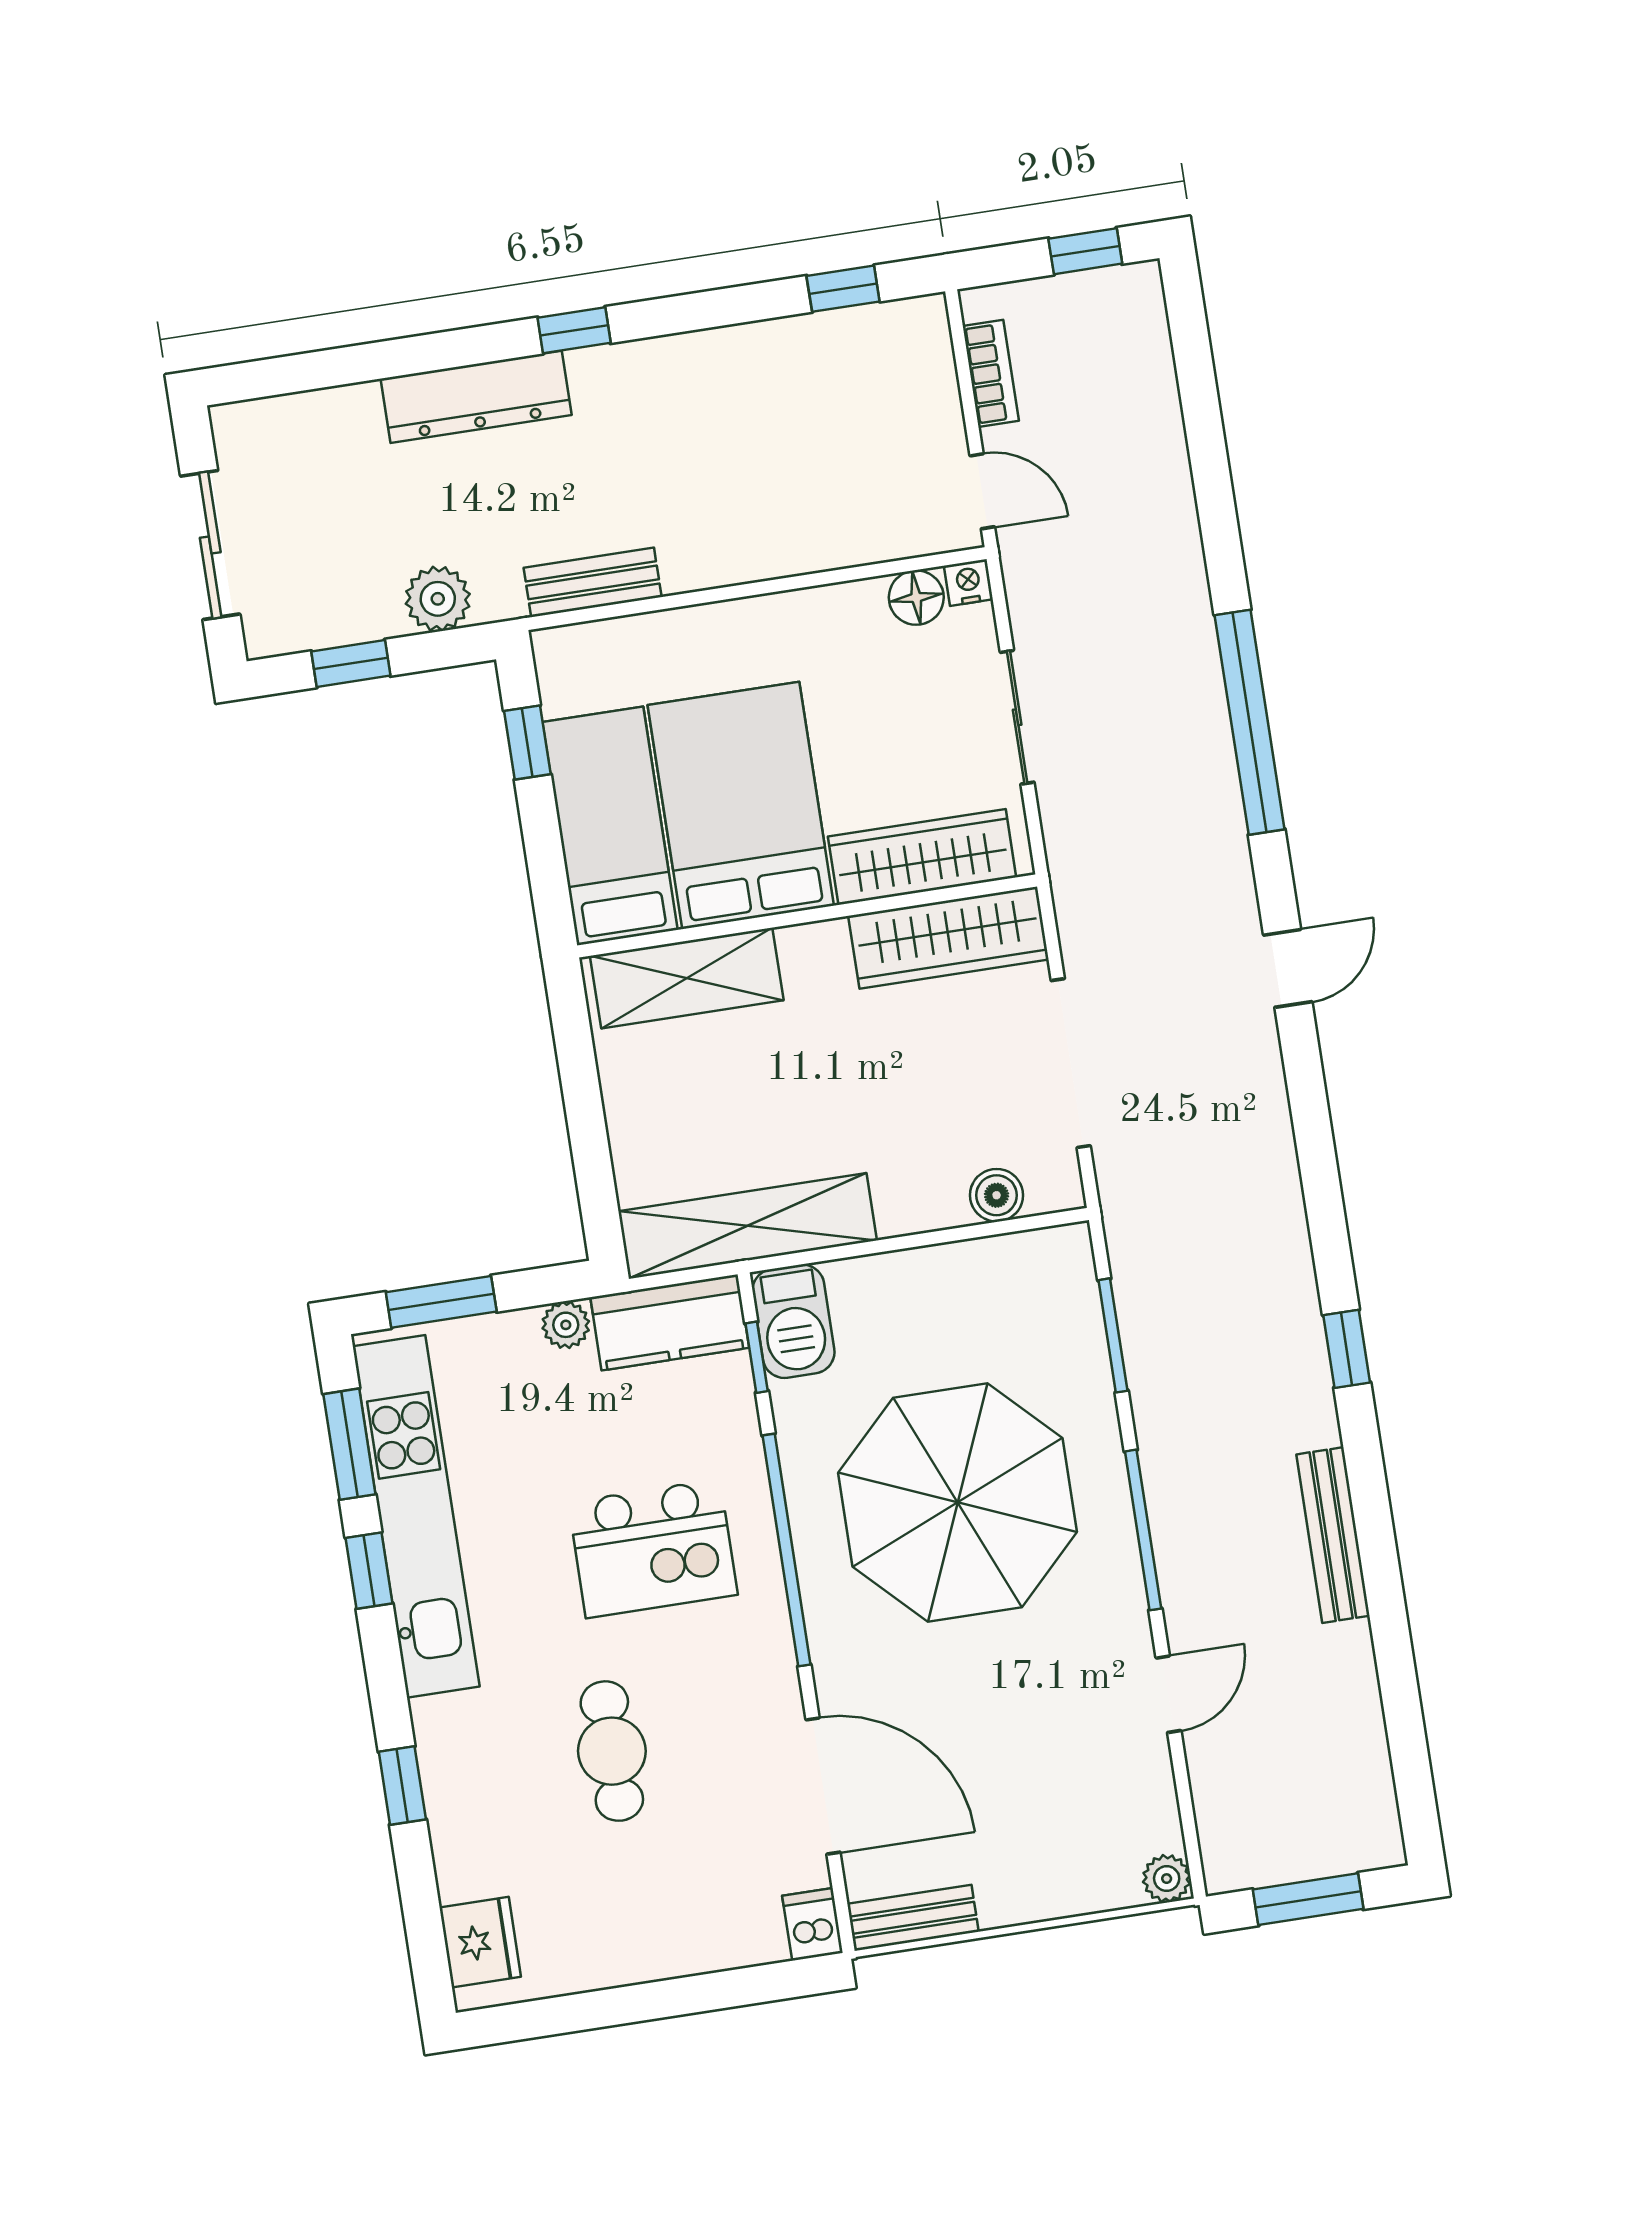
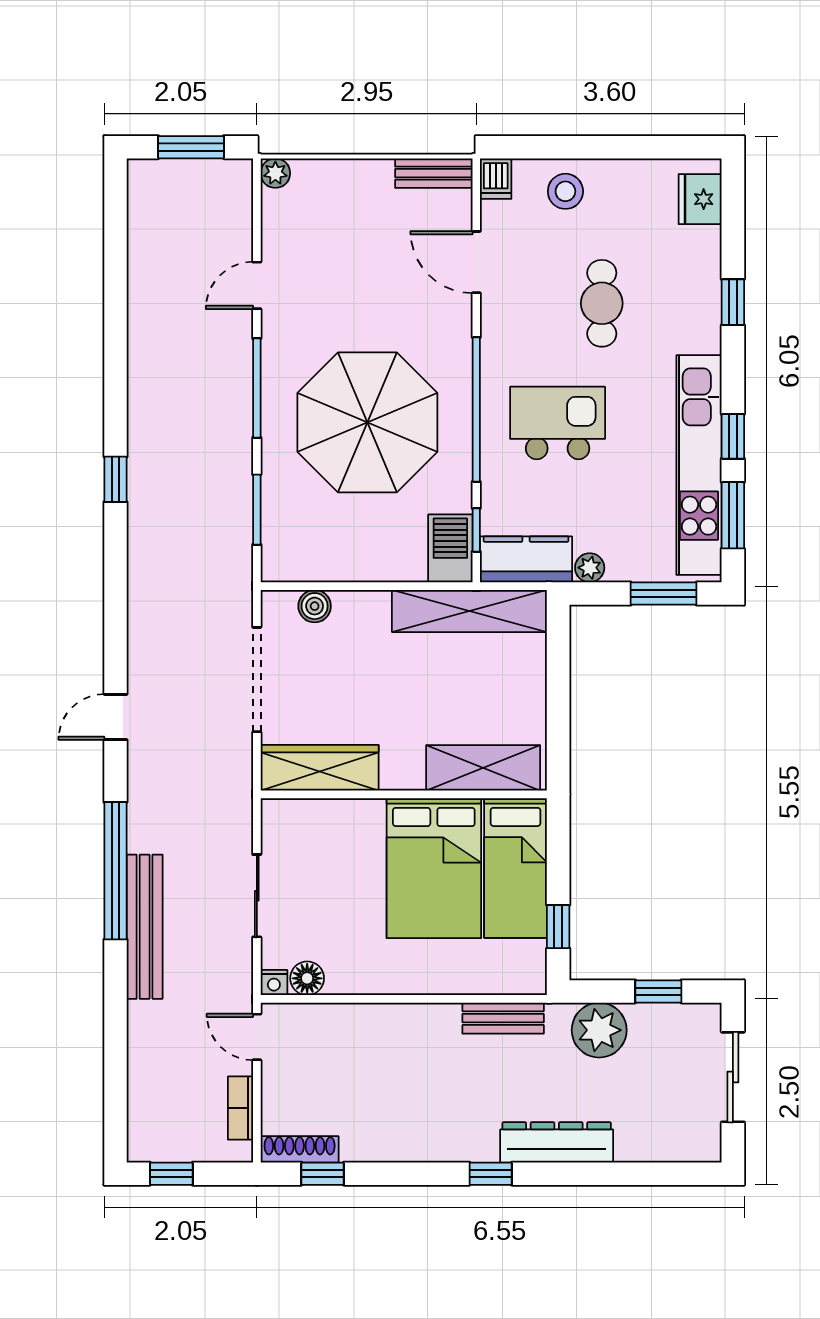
shoe rack: (886, 322) -> (300, 1149), added
plant: (438, 599) -> (599, 1030), width x1.36, depth x1.36
wardrobe: (922, 857) -> (328, 820), removed
bench: (1333, 1535) -> (145, 927), moved, width x1.37, depth x1.21
door: (823, 1786) -> (476, 262), width x0.73
stool: (698, 1921) -> (565, 191), added

